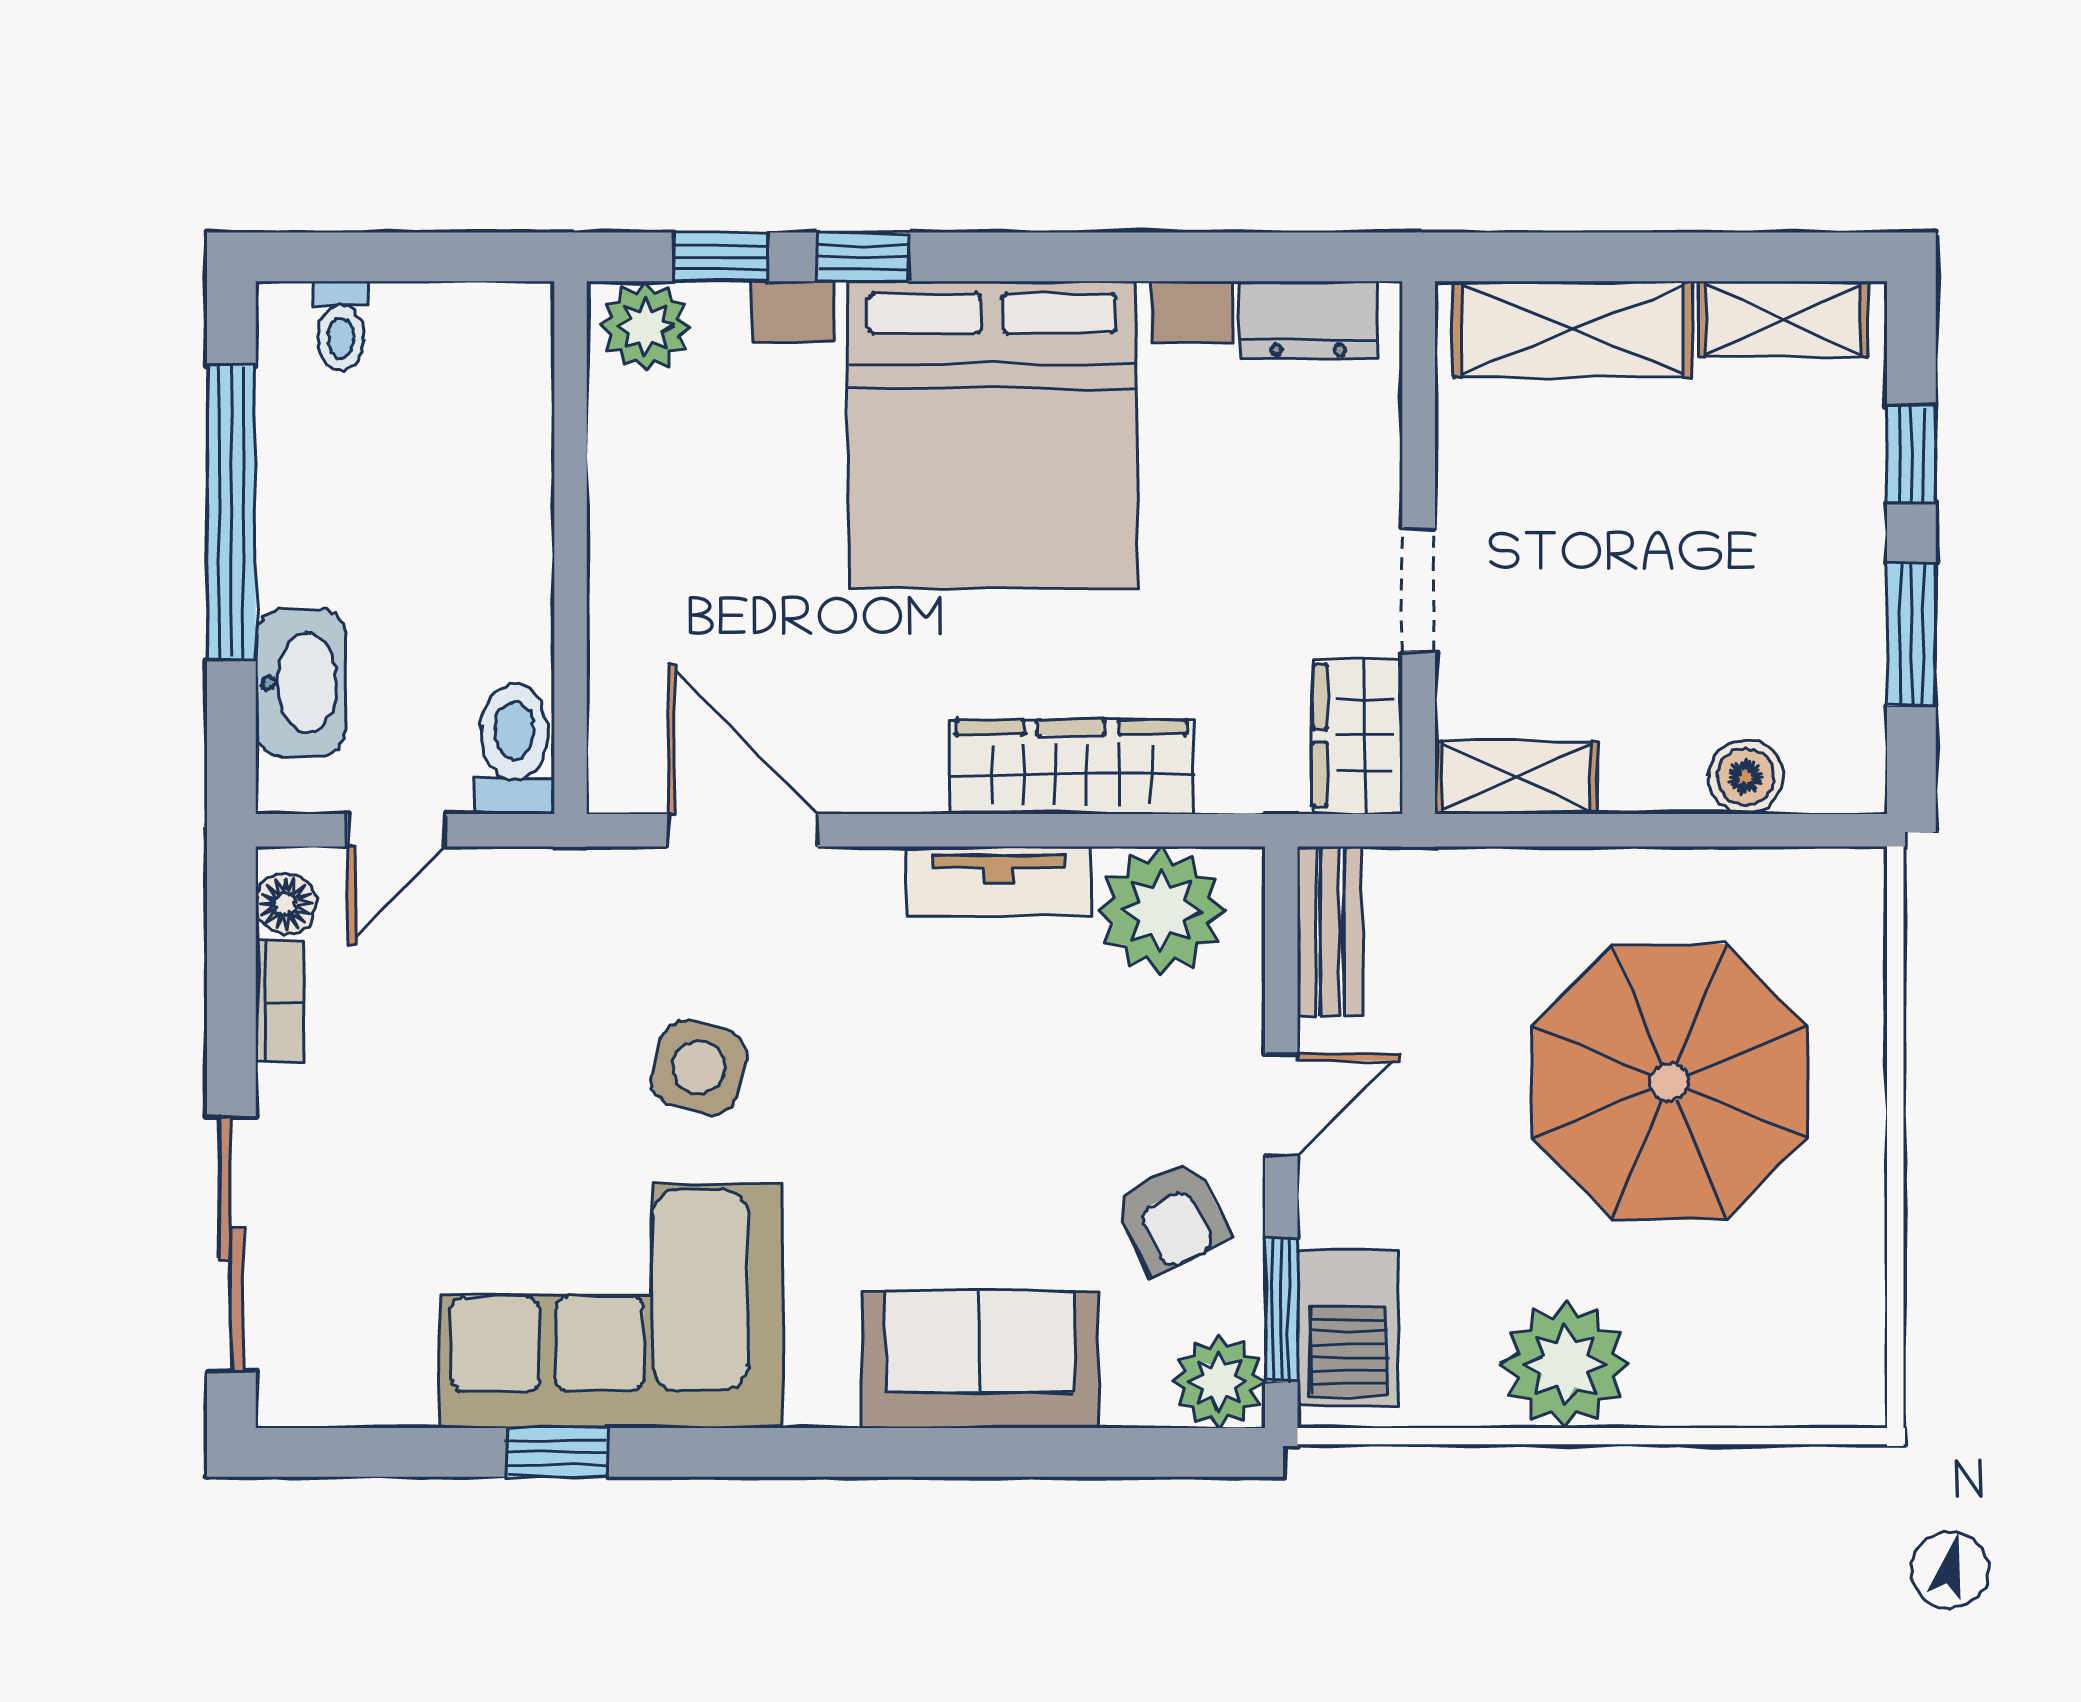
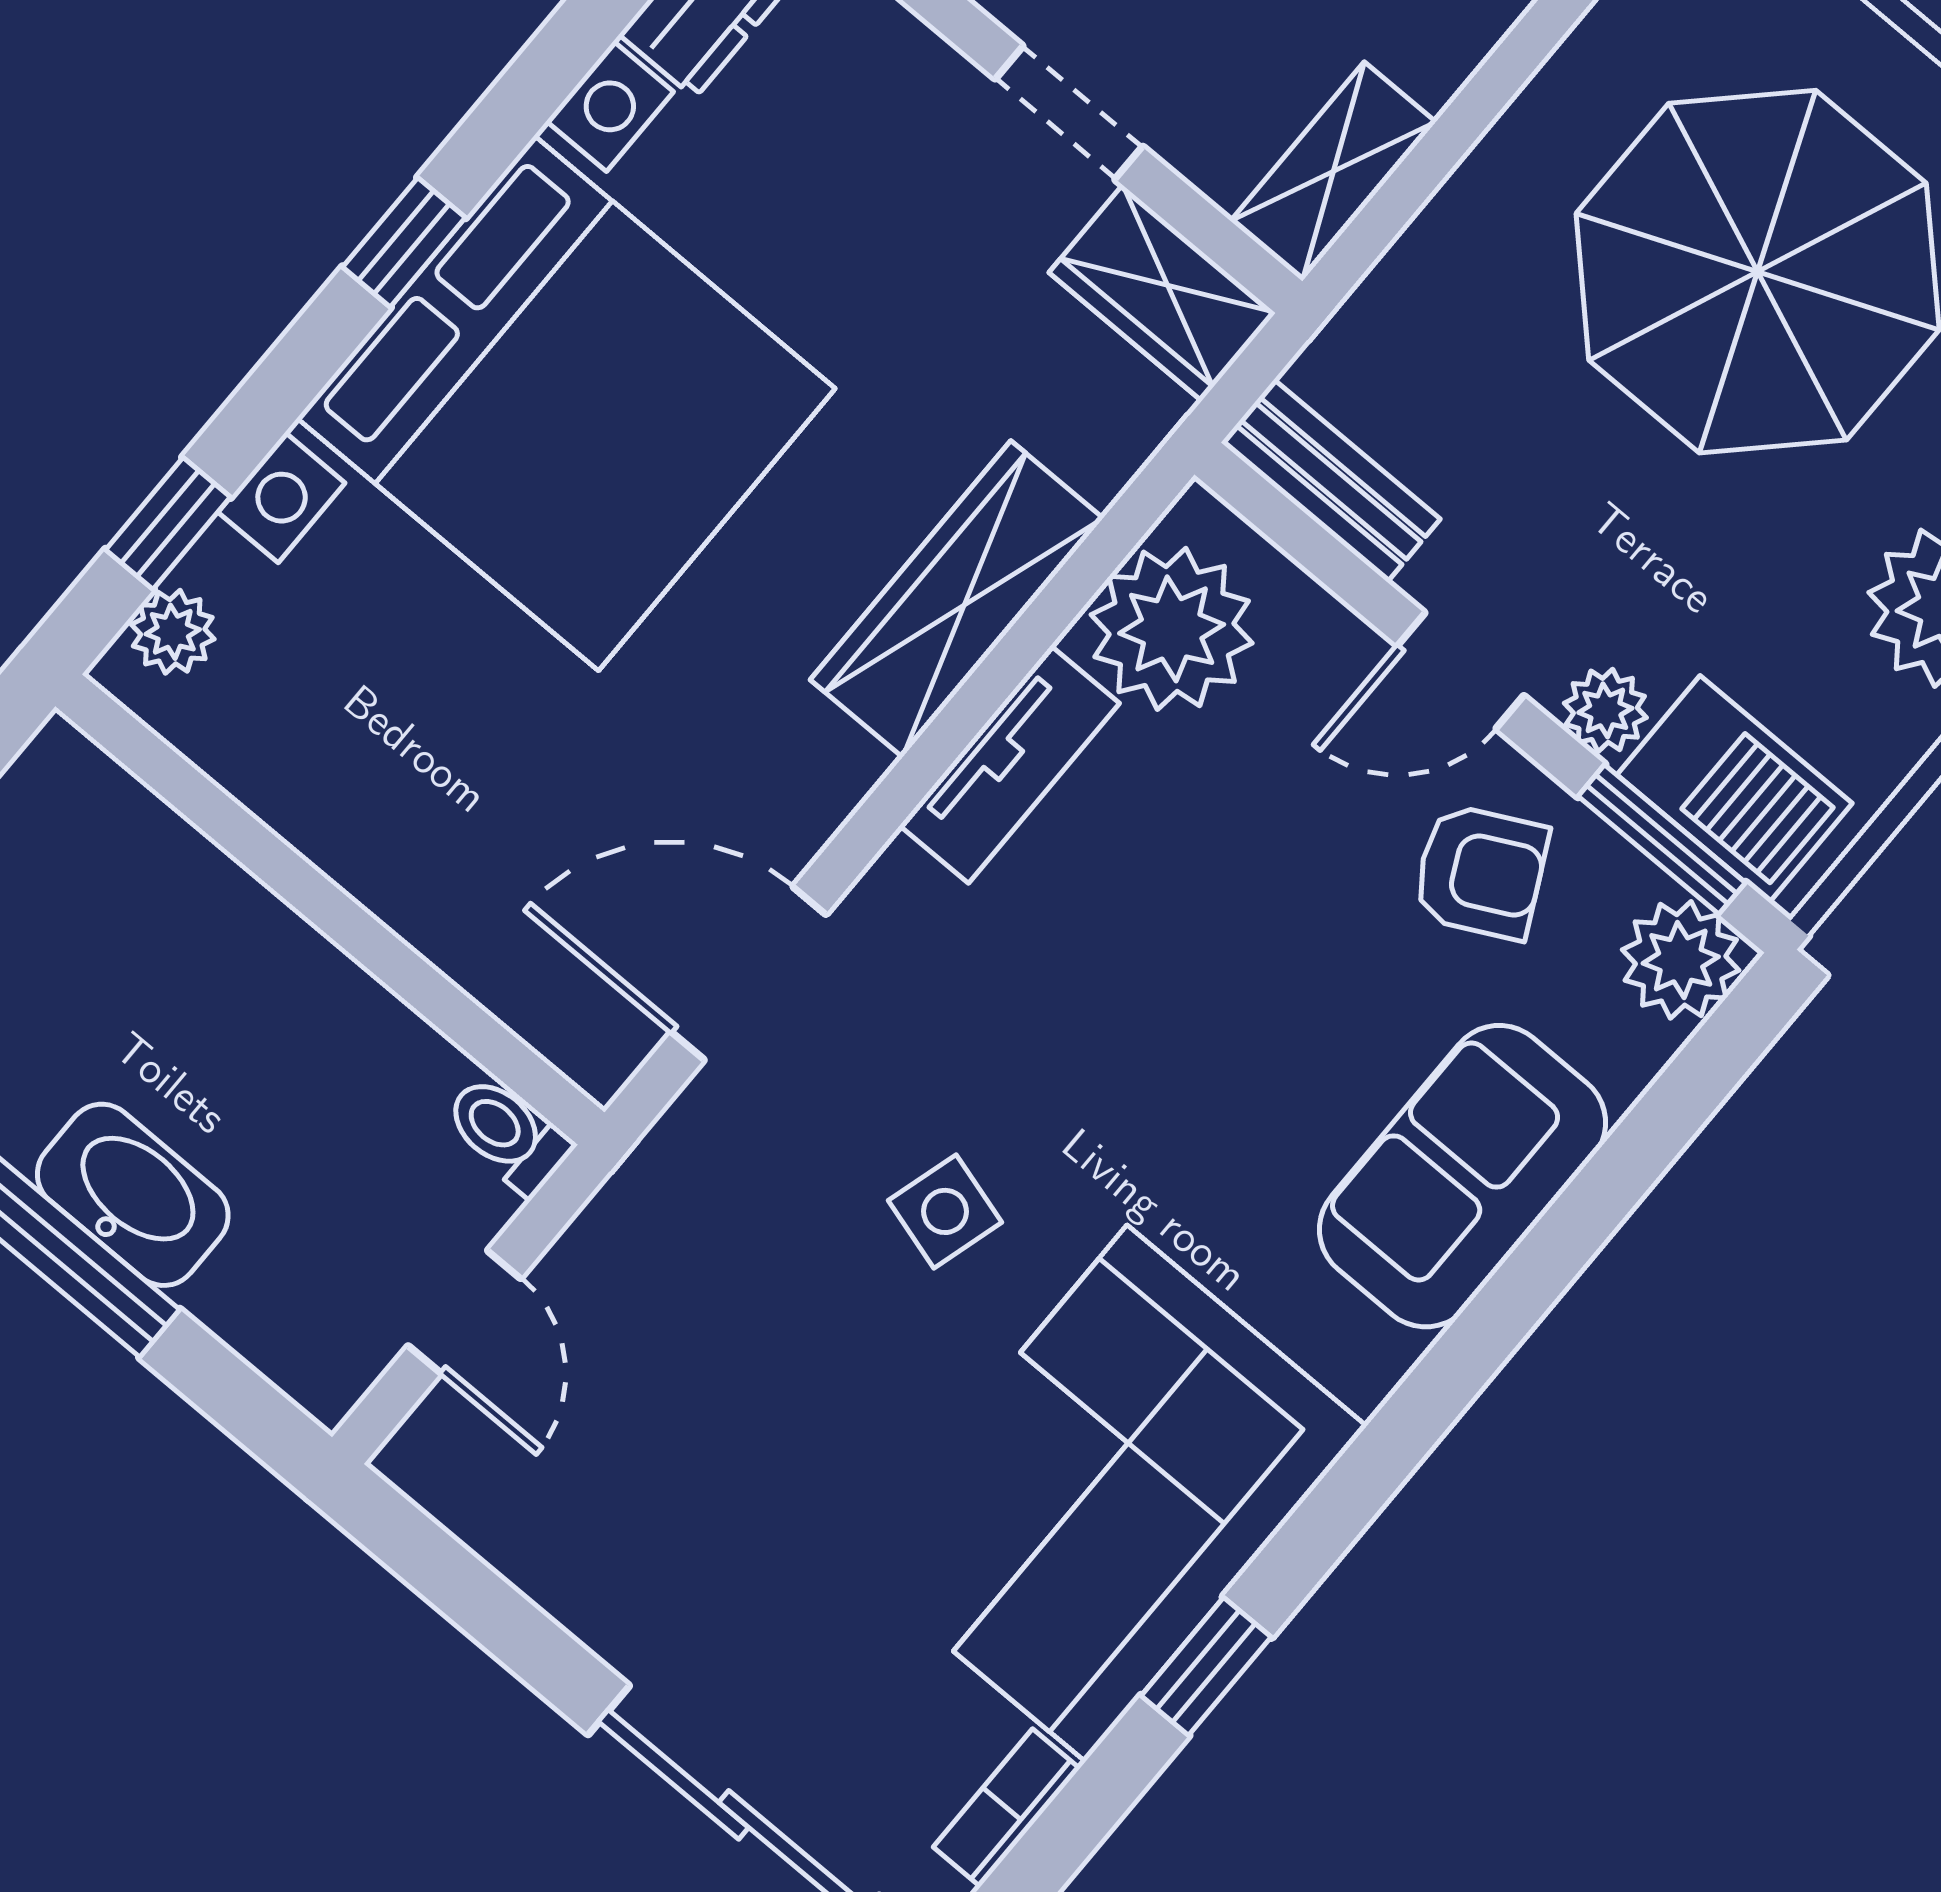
window: (863, 257) -> (404, 242), moved
plant: (645, 326) -> (173, 632), width x0.73, depth x0.73
washbasin: (301, 683) -> (133, 1195), moved
toilet: (515, 749) -> (508, 1134), width x0.73, depth x0.72
floor lamp: (286, 904) -> (445, 1482), removed
bookcase: (280, 1001) -> (1006, 1808), moved, turned -90
side table: (699, 1068) -> (945, 1211), width x0.73, depth x0.73
door: (1281, 1104) -> (1461, 671), swing flipped
plant: (1330, 1211) -> (1605, 710), added

